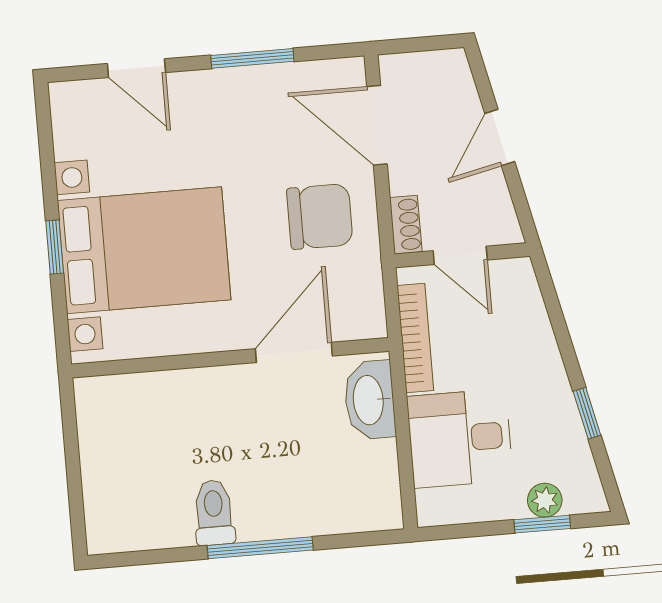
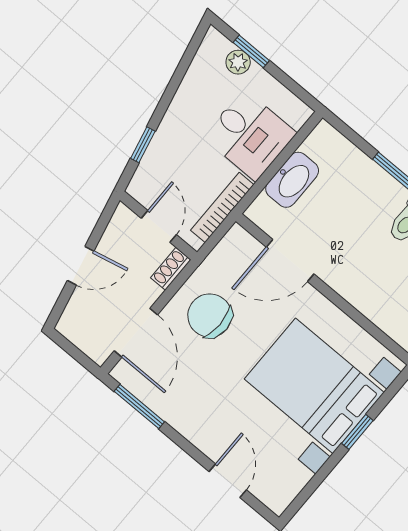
window: (252, 58) -> (139, 407), moved
washbasin: (370, 400) -> (292, 180), moved
window: (587, 413) -> (143, 145), moved

